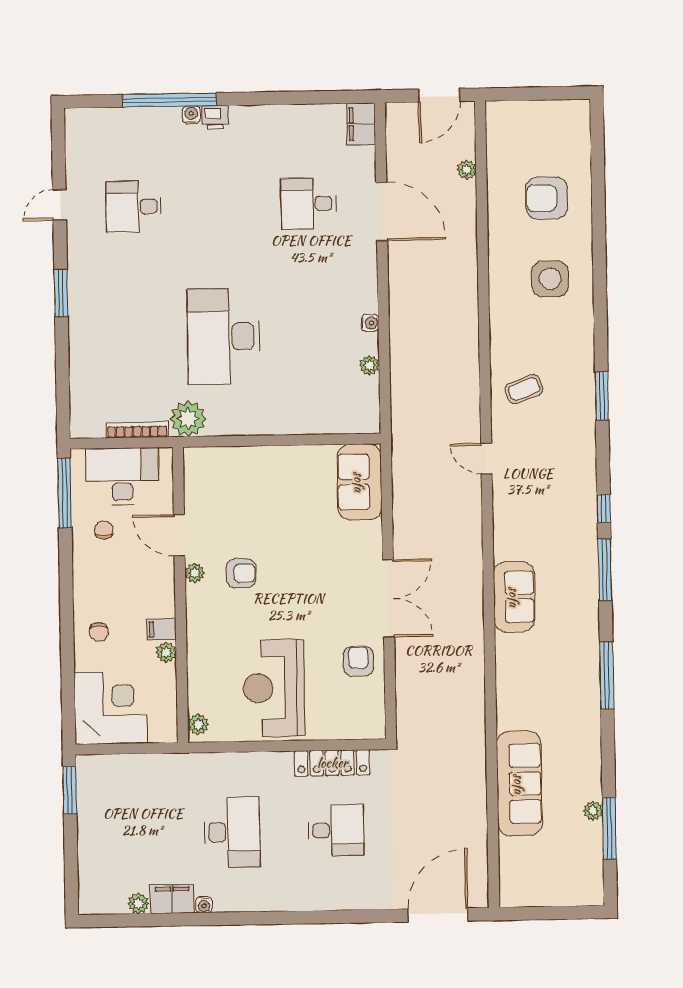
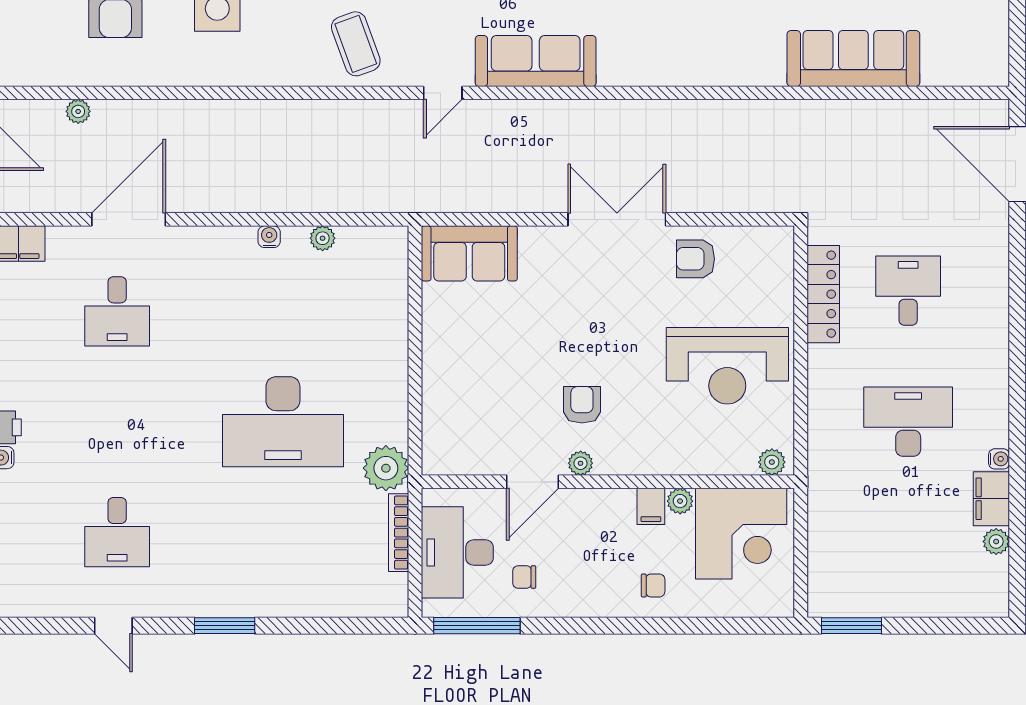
coffee table: (524, 389) -> (356, 44), width x1.36, depth x1.30
sofa: (514, 597) -> (536, 61), moved, width x1.36
corner desk: (111, 708) -> (741, 534), moved, turned 180

